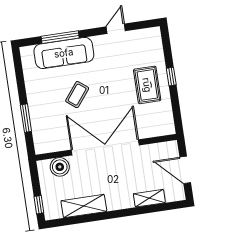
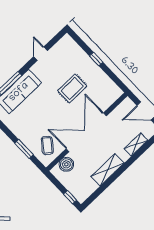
rug: (147, 85) -> (72, 88), moved, turned 90
coffee table: (77, 95) -> (47, 145), moved
shelving: (84, 206) -> (107, 170), moved

